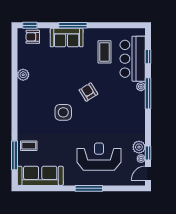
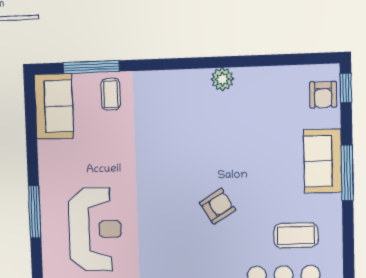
armchair: (33, 37) -> (323, 95), turned 180
plant: (23, 75) -> (222, 79), moved
side table: (63, 112) -> (177, 159), removed
sofa: (40, 176) -> (54, 106), width x0.73

